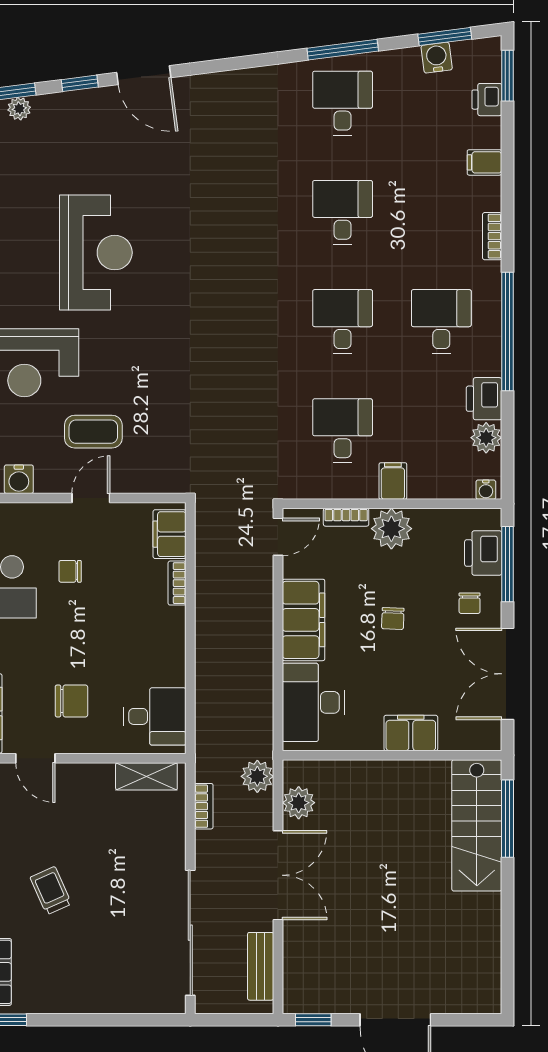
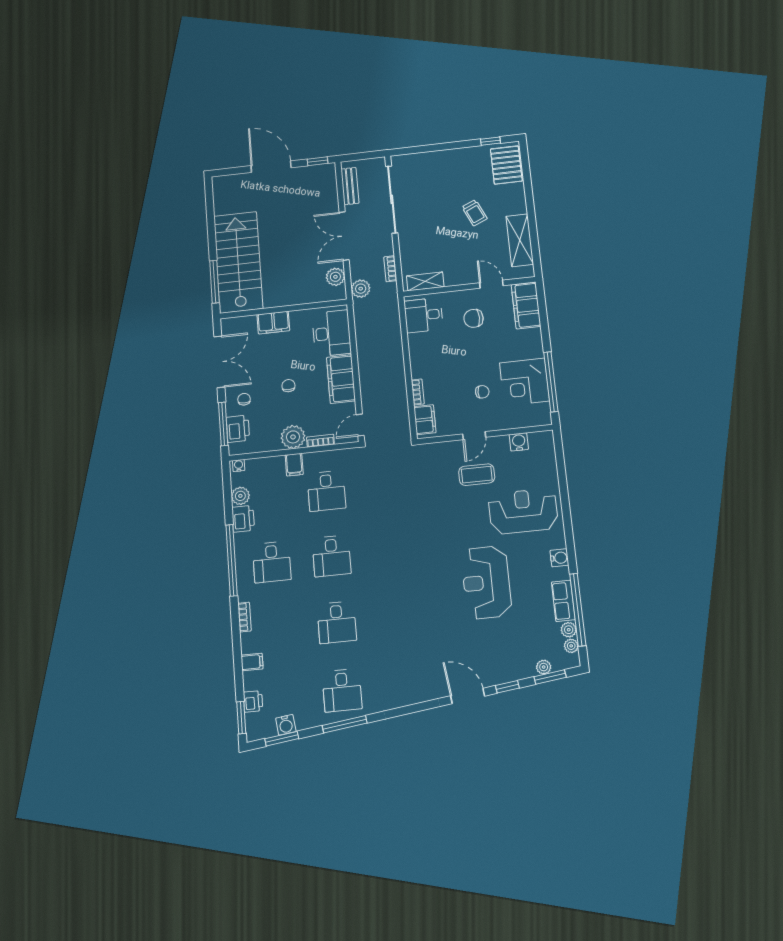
stairs: (477, 825) -> (238, 262), width x1.36, depth x1.51

